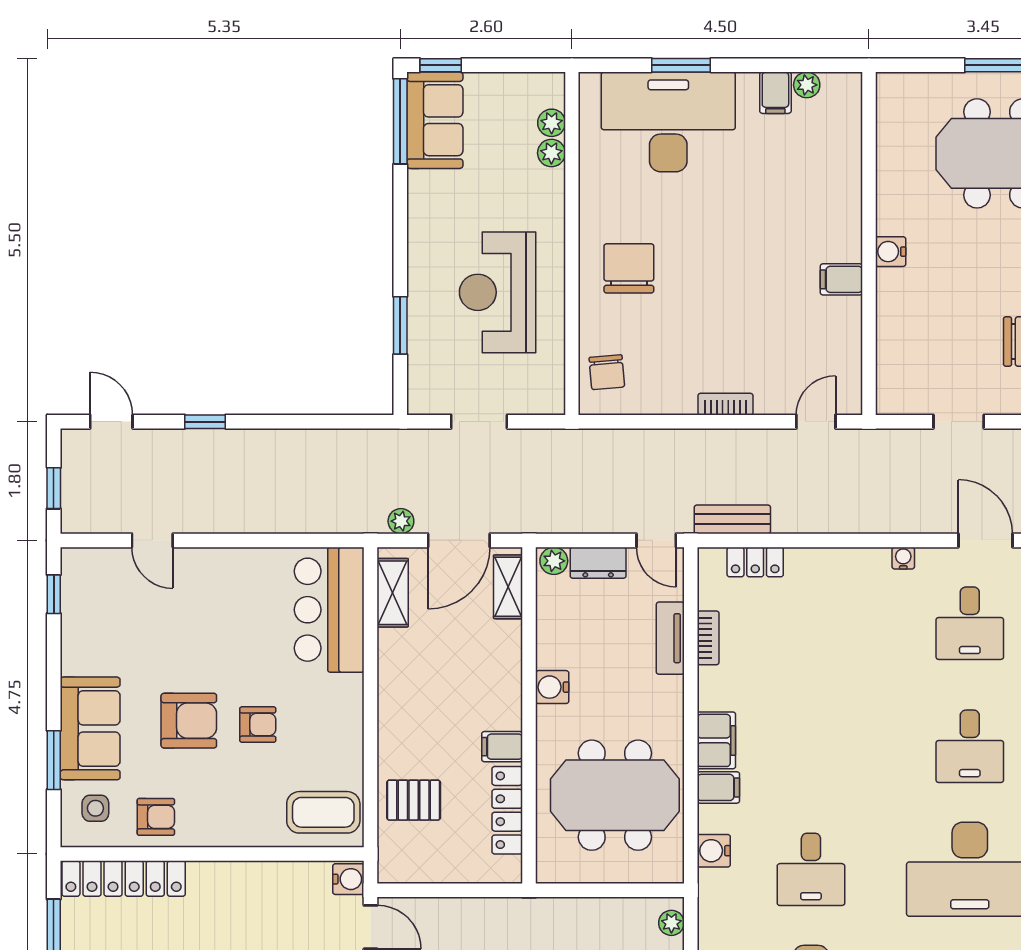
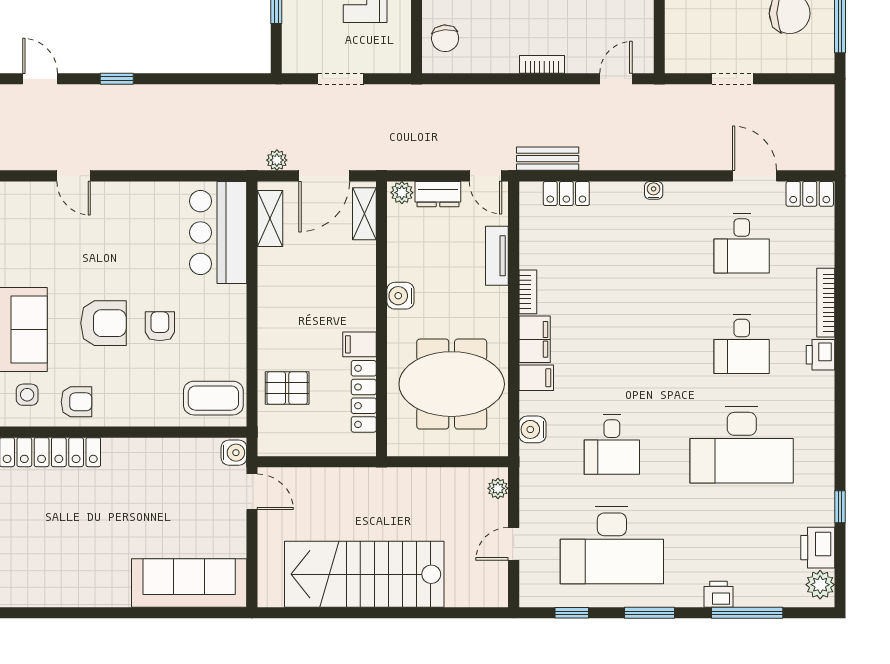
water cooler: (903, 558) -> (654, 190), moved
bookcase: (708, 638) -> (528, 292), moved
armchair: (258, 725) -> (160, 326), turned -90

